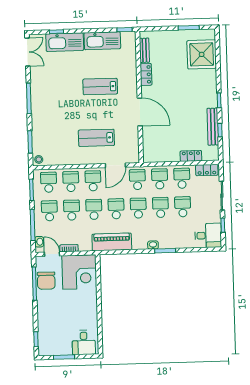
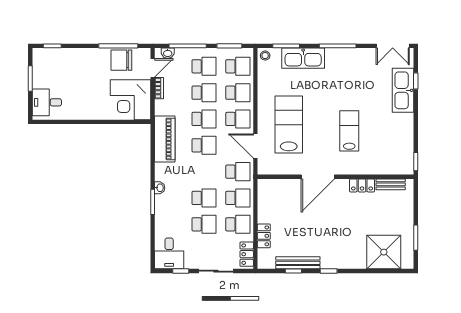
kitchen sink: (102, 41) -> (303, 58), moved, turned -90
lab bench: (96, 138) -> (289, 125), width x1.36, depth x1.39
school desk: (138, 208) -> (204, 172), removed

